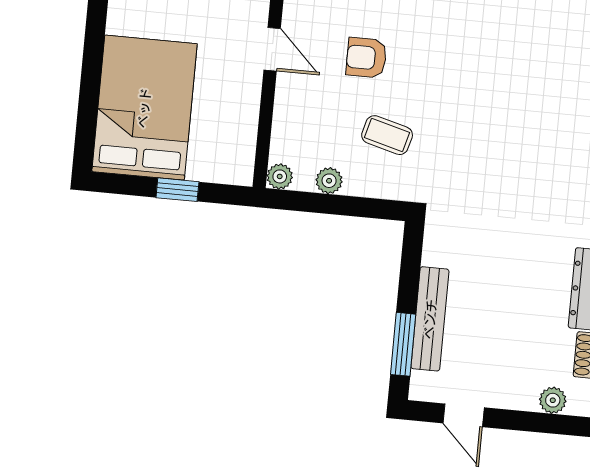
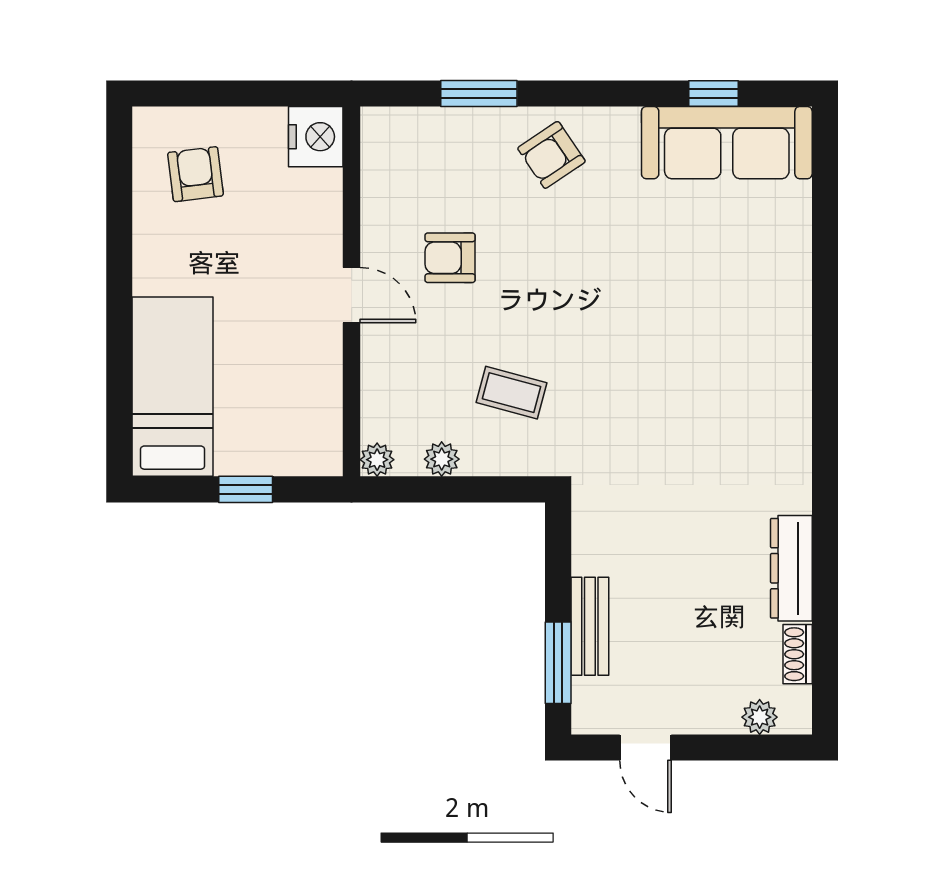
armchair: (366, 58) -> (450, 258), moved
bed: (144, 108) -> (173, 387), width x0.67
bench: (430, 319) -> (590, 626), width x0.73

